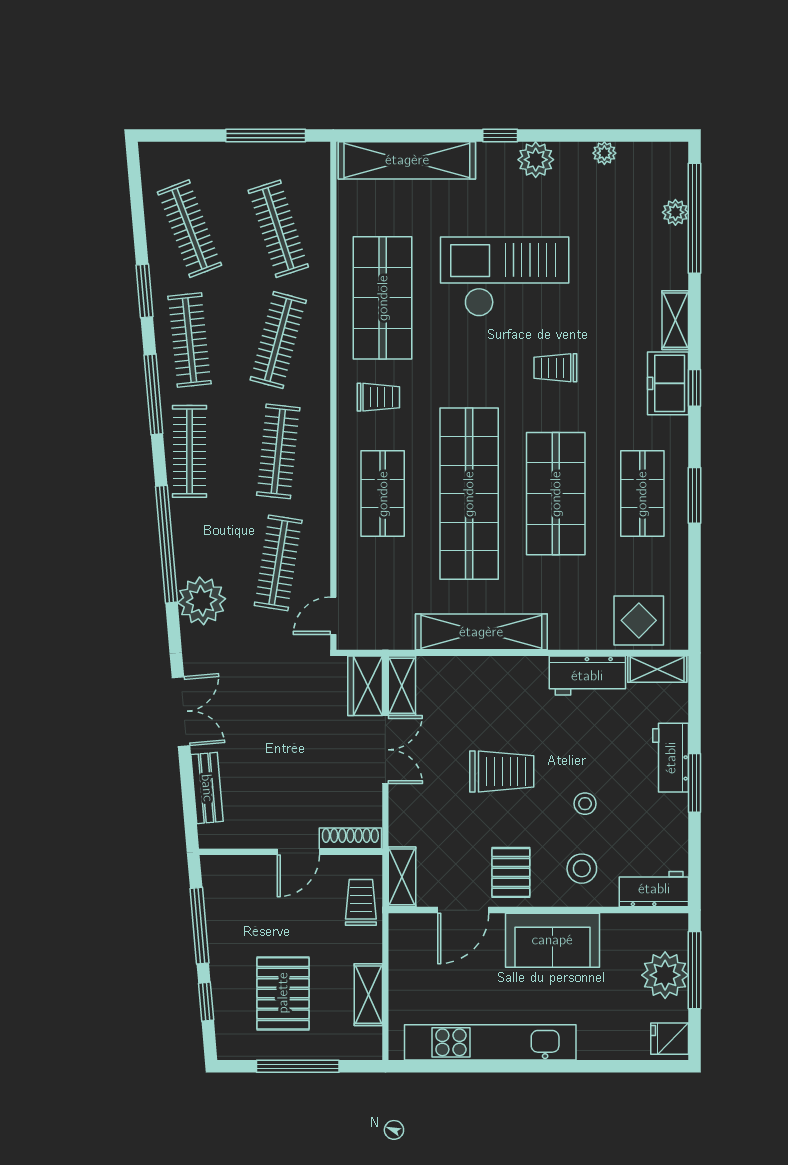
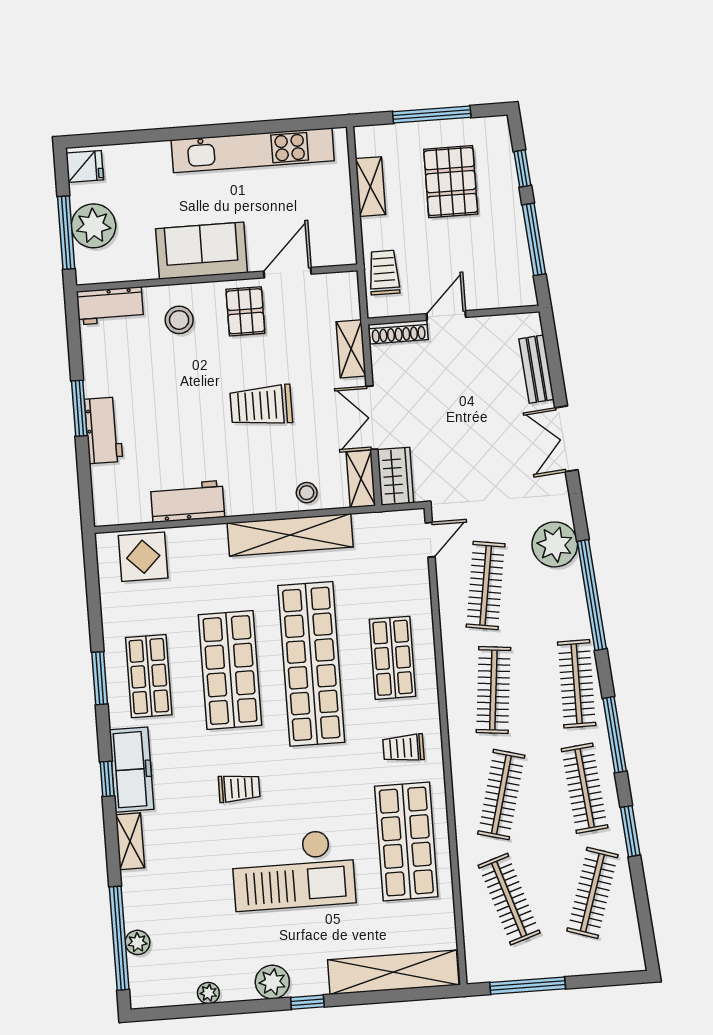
clothes rail: (189, 229) -> (592, 893), turned 39
freezer: (668, 383) -> (132, 770), width x1.40
shelving: (657, 669) -> (122, 512), removed
stool: (585, 804) -> (307, 493), moved
shelving: (402, 877) -> (351, 349), moved
trolley: (361, 902) -> (384, 273), turned 180

